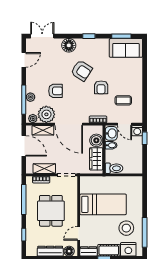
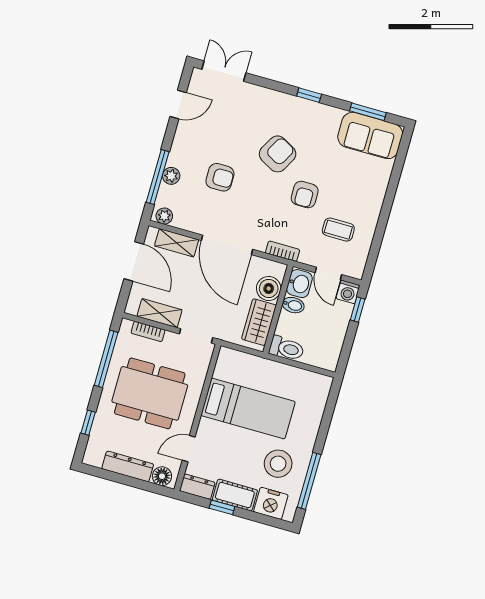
floor lamp: (69, 45) -> (268, 101), removed
armchair: (81, 71) -> (278, 154), turned -94
plant: (46, 114) -> (191, 216), removed
dining table: (51, 211) -> (150, 393), width x1.38

